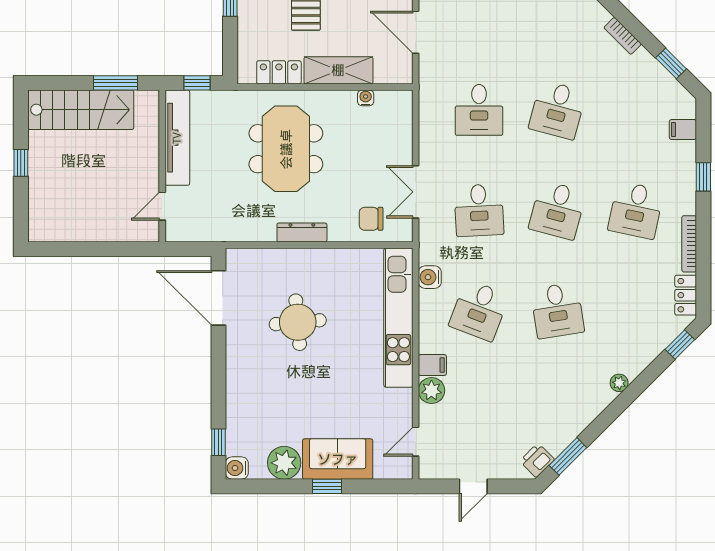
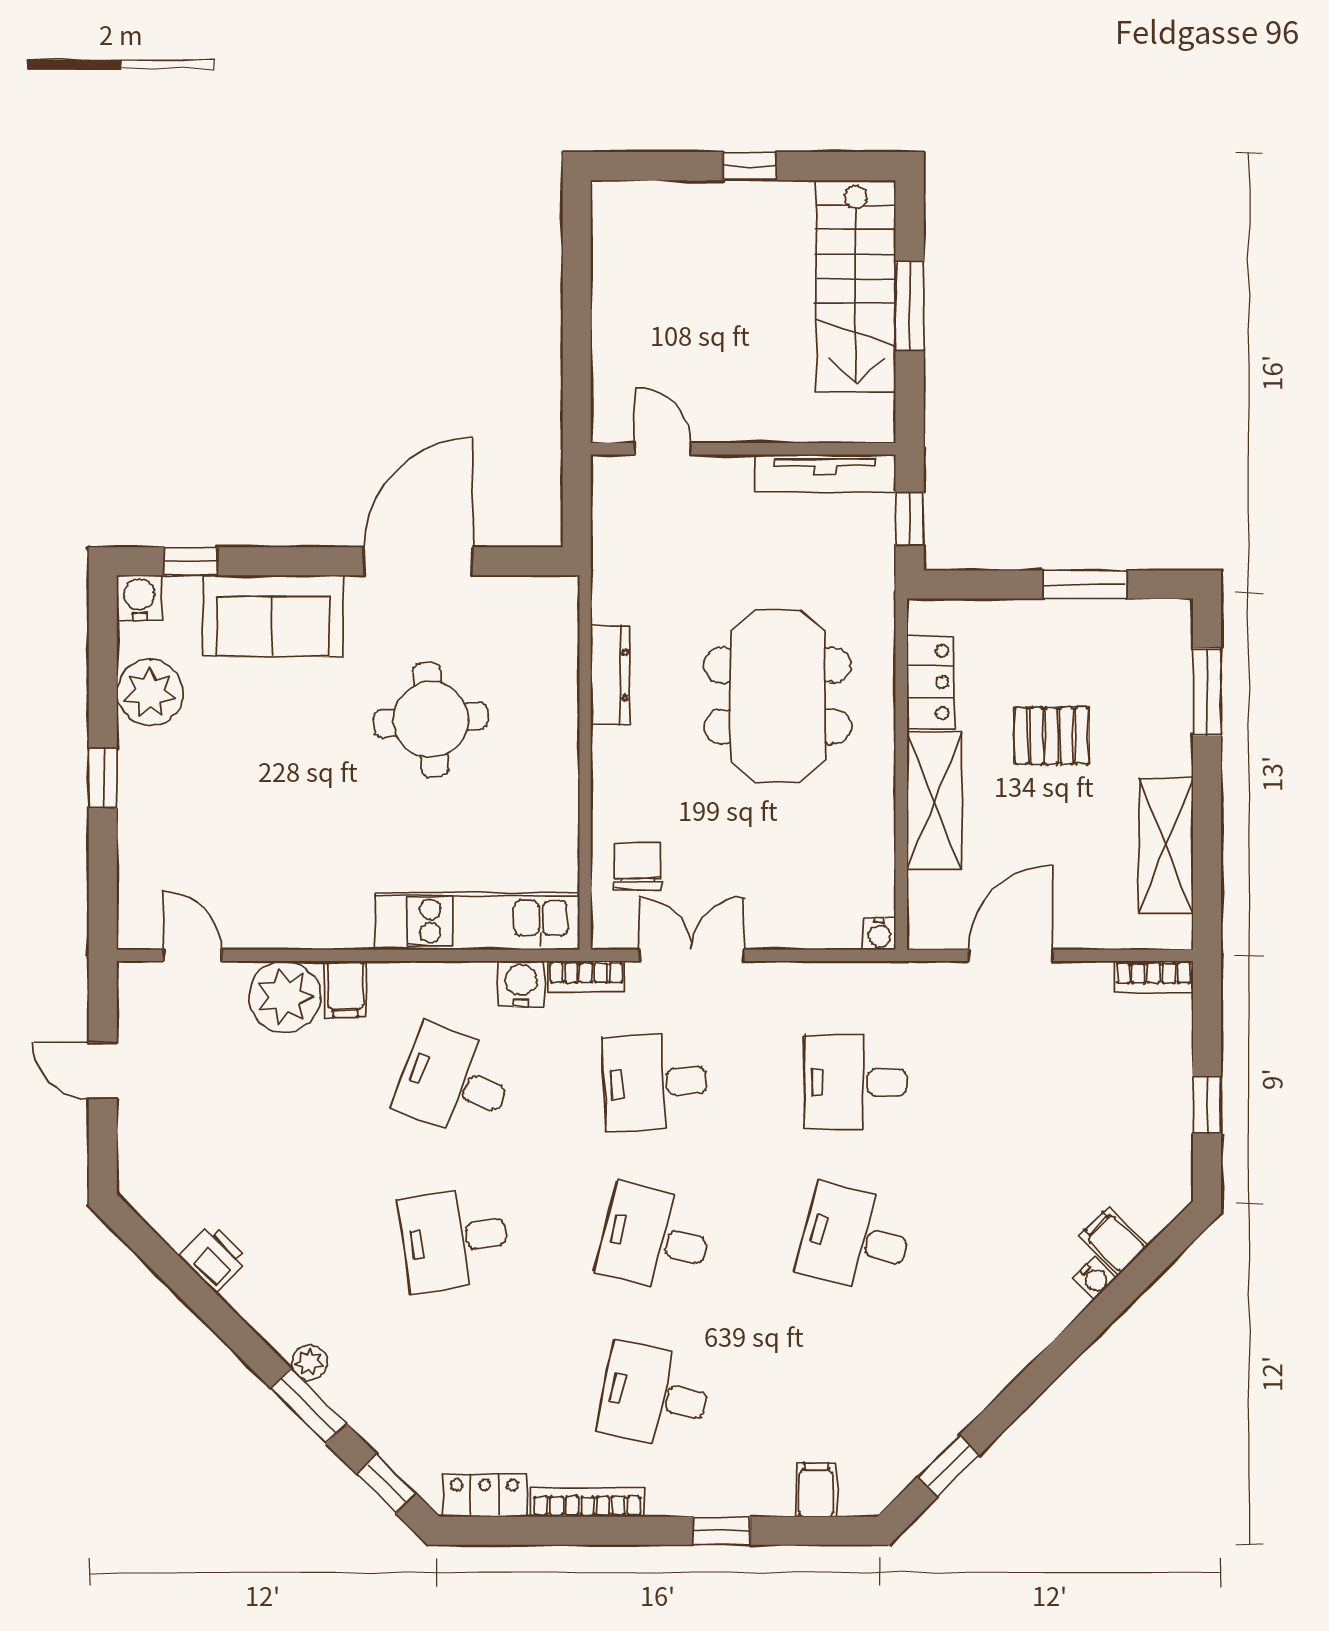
bookcase: (623, 36) -> (586, 976), moved, turned -135
window: (115, 83) -> (910, 306), moved
water cooler: (366, 98) -> (879, 934), moved, turned 90
tv unit: (177, 138) -> (825, 473), width x0.73, depth x0.78
meeting table: (286, 149) -> (778, 696), turned 90
dresser: (302, 233) -> (610, 675), moved
door: (218, 298) -> (418, 561), moved
kitchen unit: (398, 318) -> (477, 921), width x0.73
plant: (431, 390) -> (285, 997), width x1.36, depth x1.36
window: (568, 456) -> (308, 1406), moved
sofa: (338, 459) -> (273, 616), moved, turned 90
printer: (537, 460) -> (214, 1258), moved

